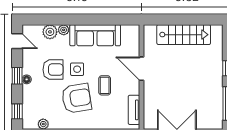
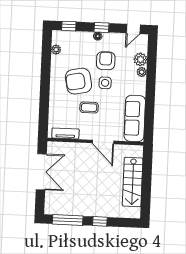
sofa: (95, 35) -> (135, 118), moved
door: (141, 69) -> (103, 142), swing flipped
armchair: (53, 70) -> (106, 61), turned 180
armchair: (76, 98) -> (78, 81), turned 88

